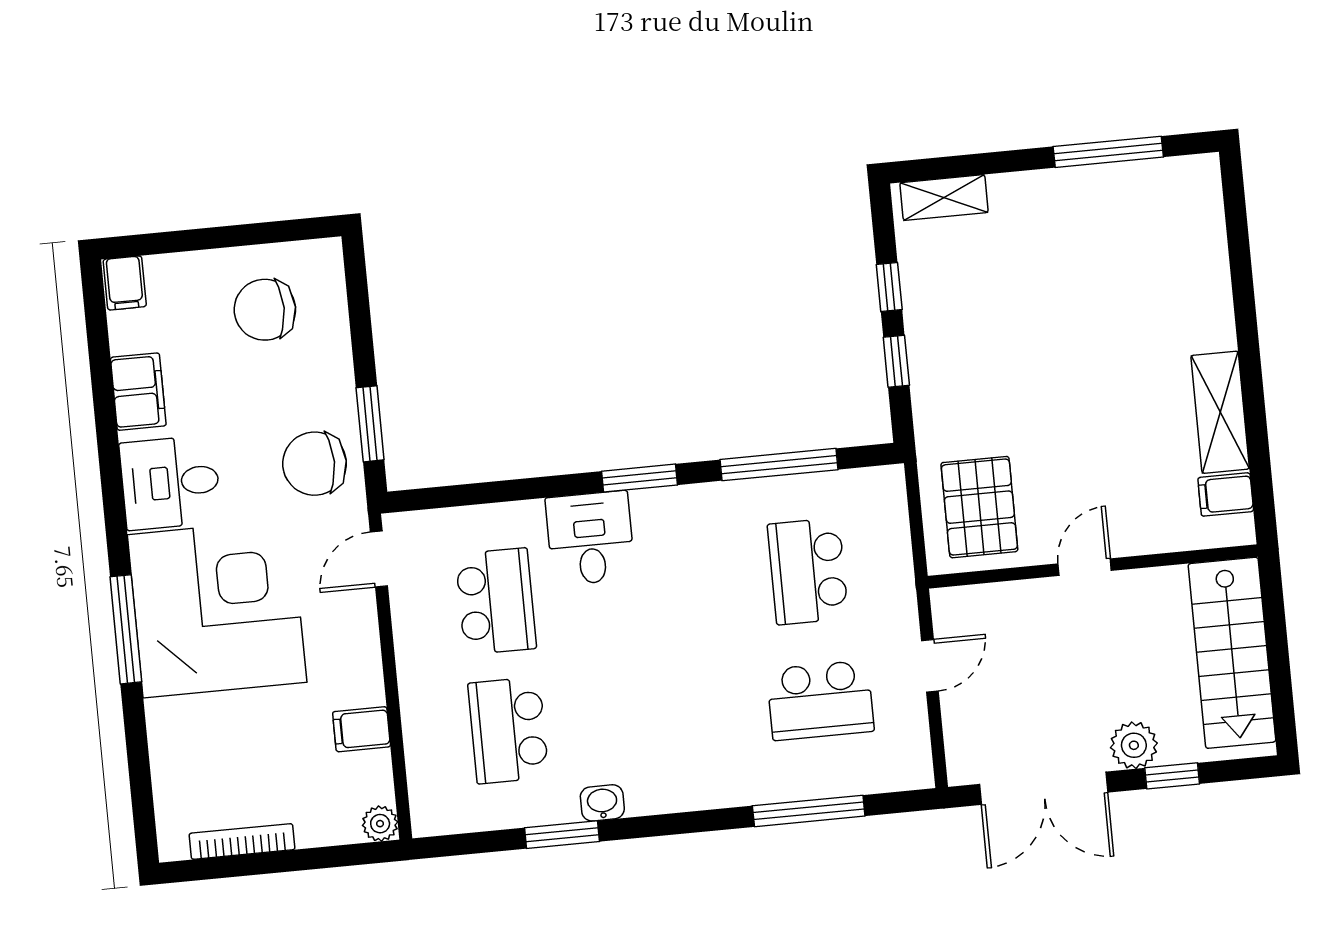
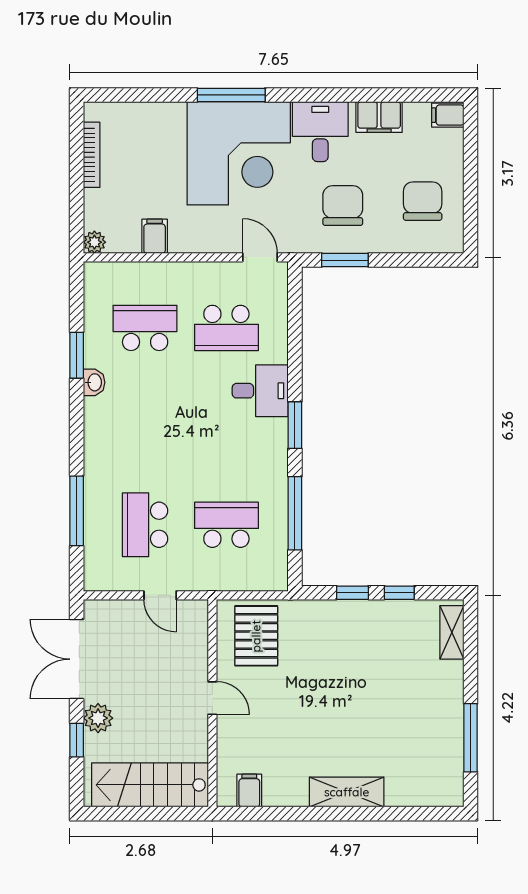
shelving: (1220, 412) -> (347, 792), moved
chair: (315, 464) -> (343, 206), moved
pallet: (979, 507) -> (256, 636), turned 90

